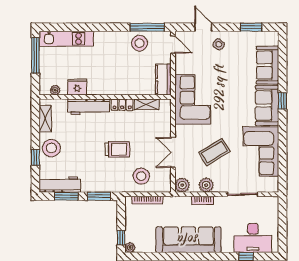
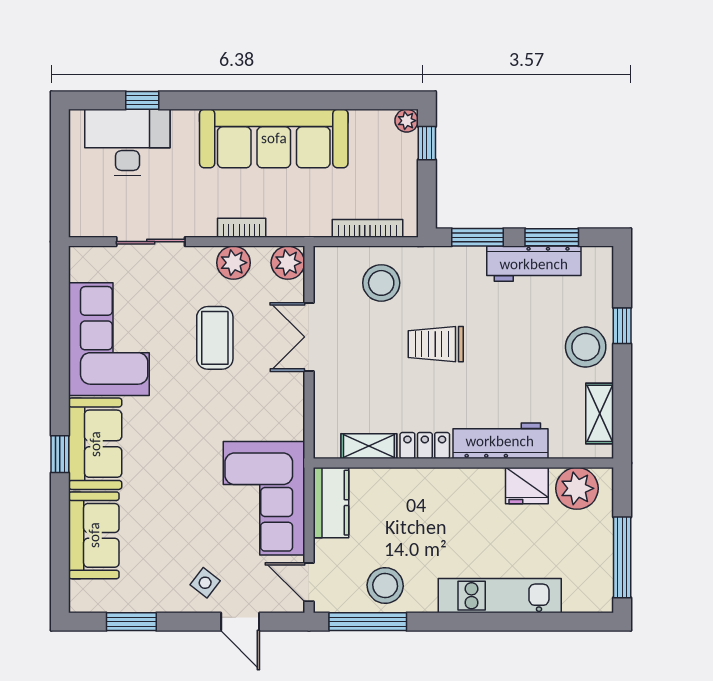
kitchen unit: (66, 39) -> (500, 596), moved
plant: (55, 90) -> (577, 488), width x1.88, depth x1.88
corner sofa: (193, 99) -> (264, 498), moved
double door: (173, 152) -> (309, 337), swing flipped
coffee table: (214, 152) -> (215, 338), turned -59
workbench: (60, 185) -> (534, 264), moved

